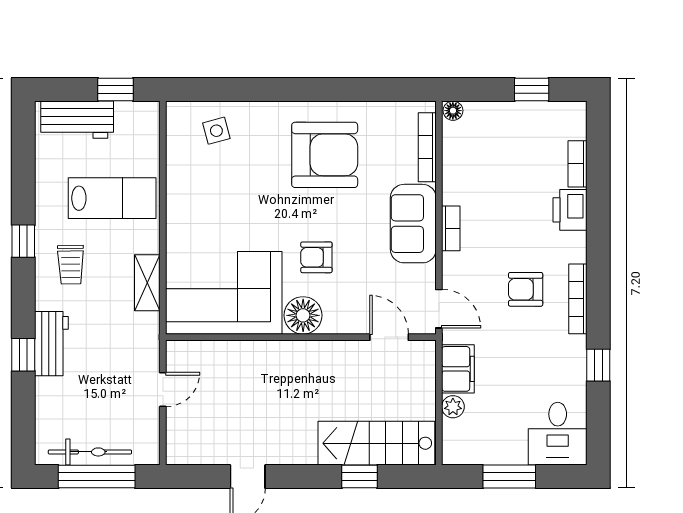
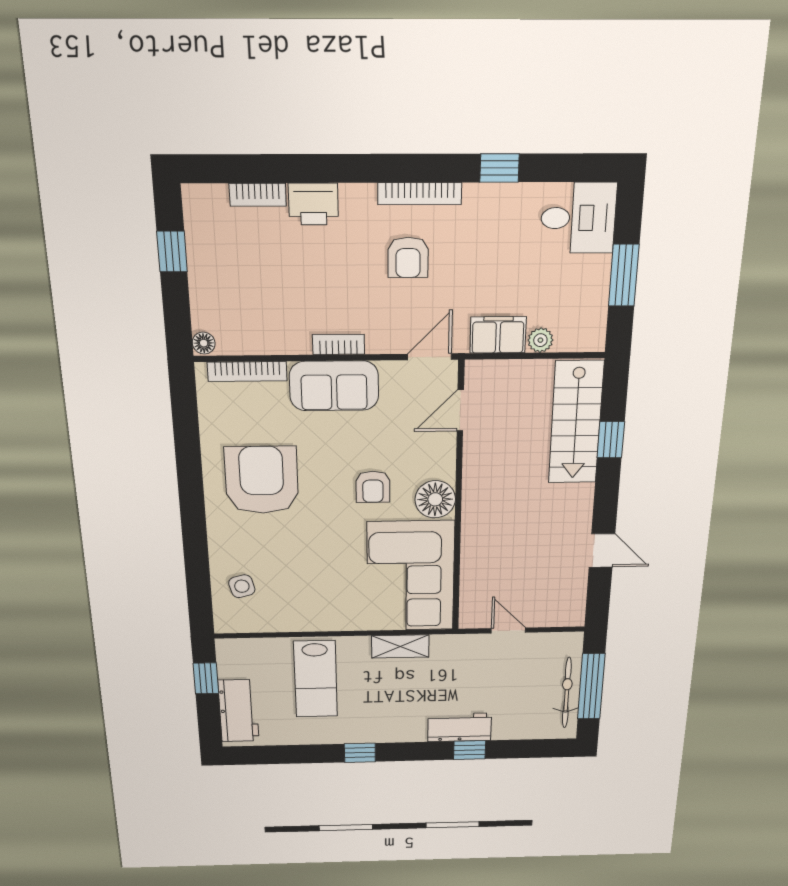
lab bench: (112, 198) -> (316, 679), turned 180
trolley: (71, 265) -> (382, 713), removed

